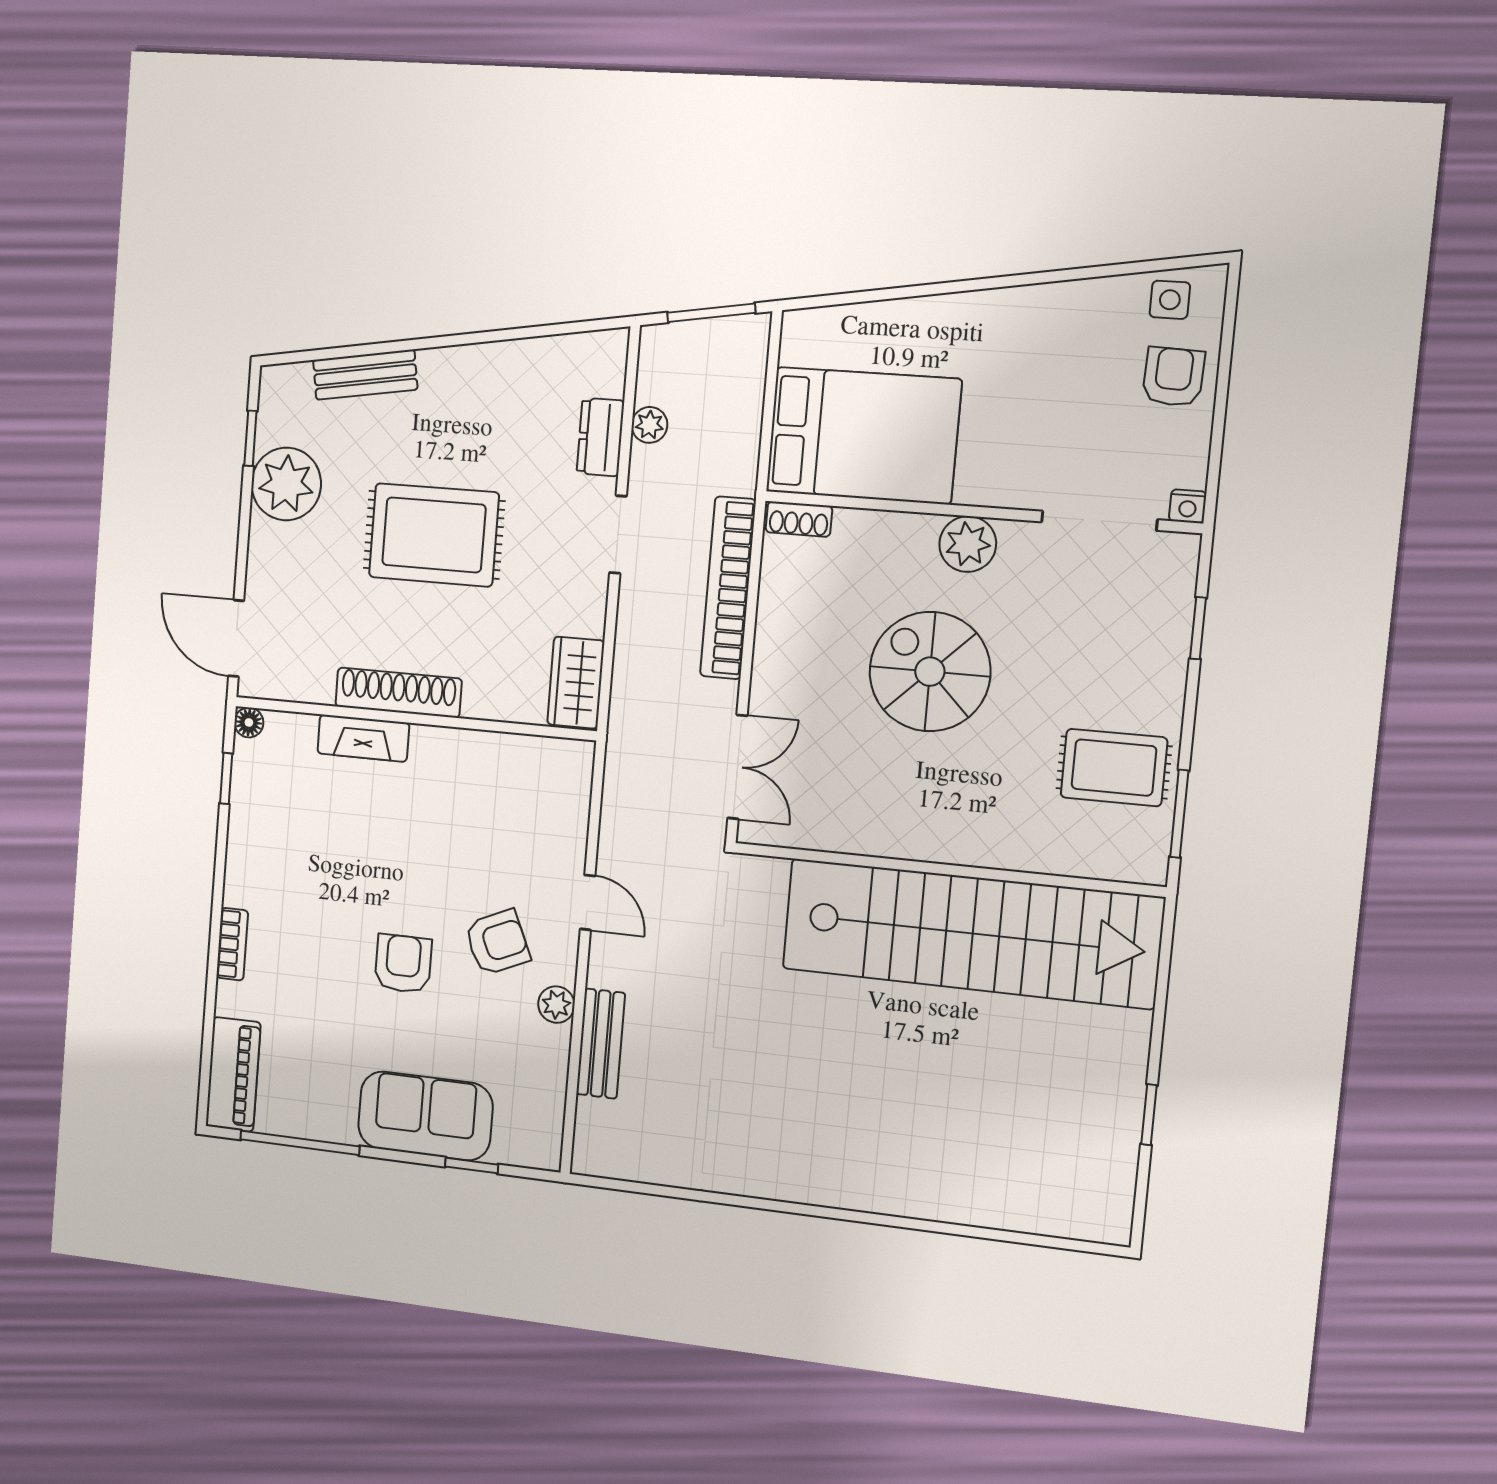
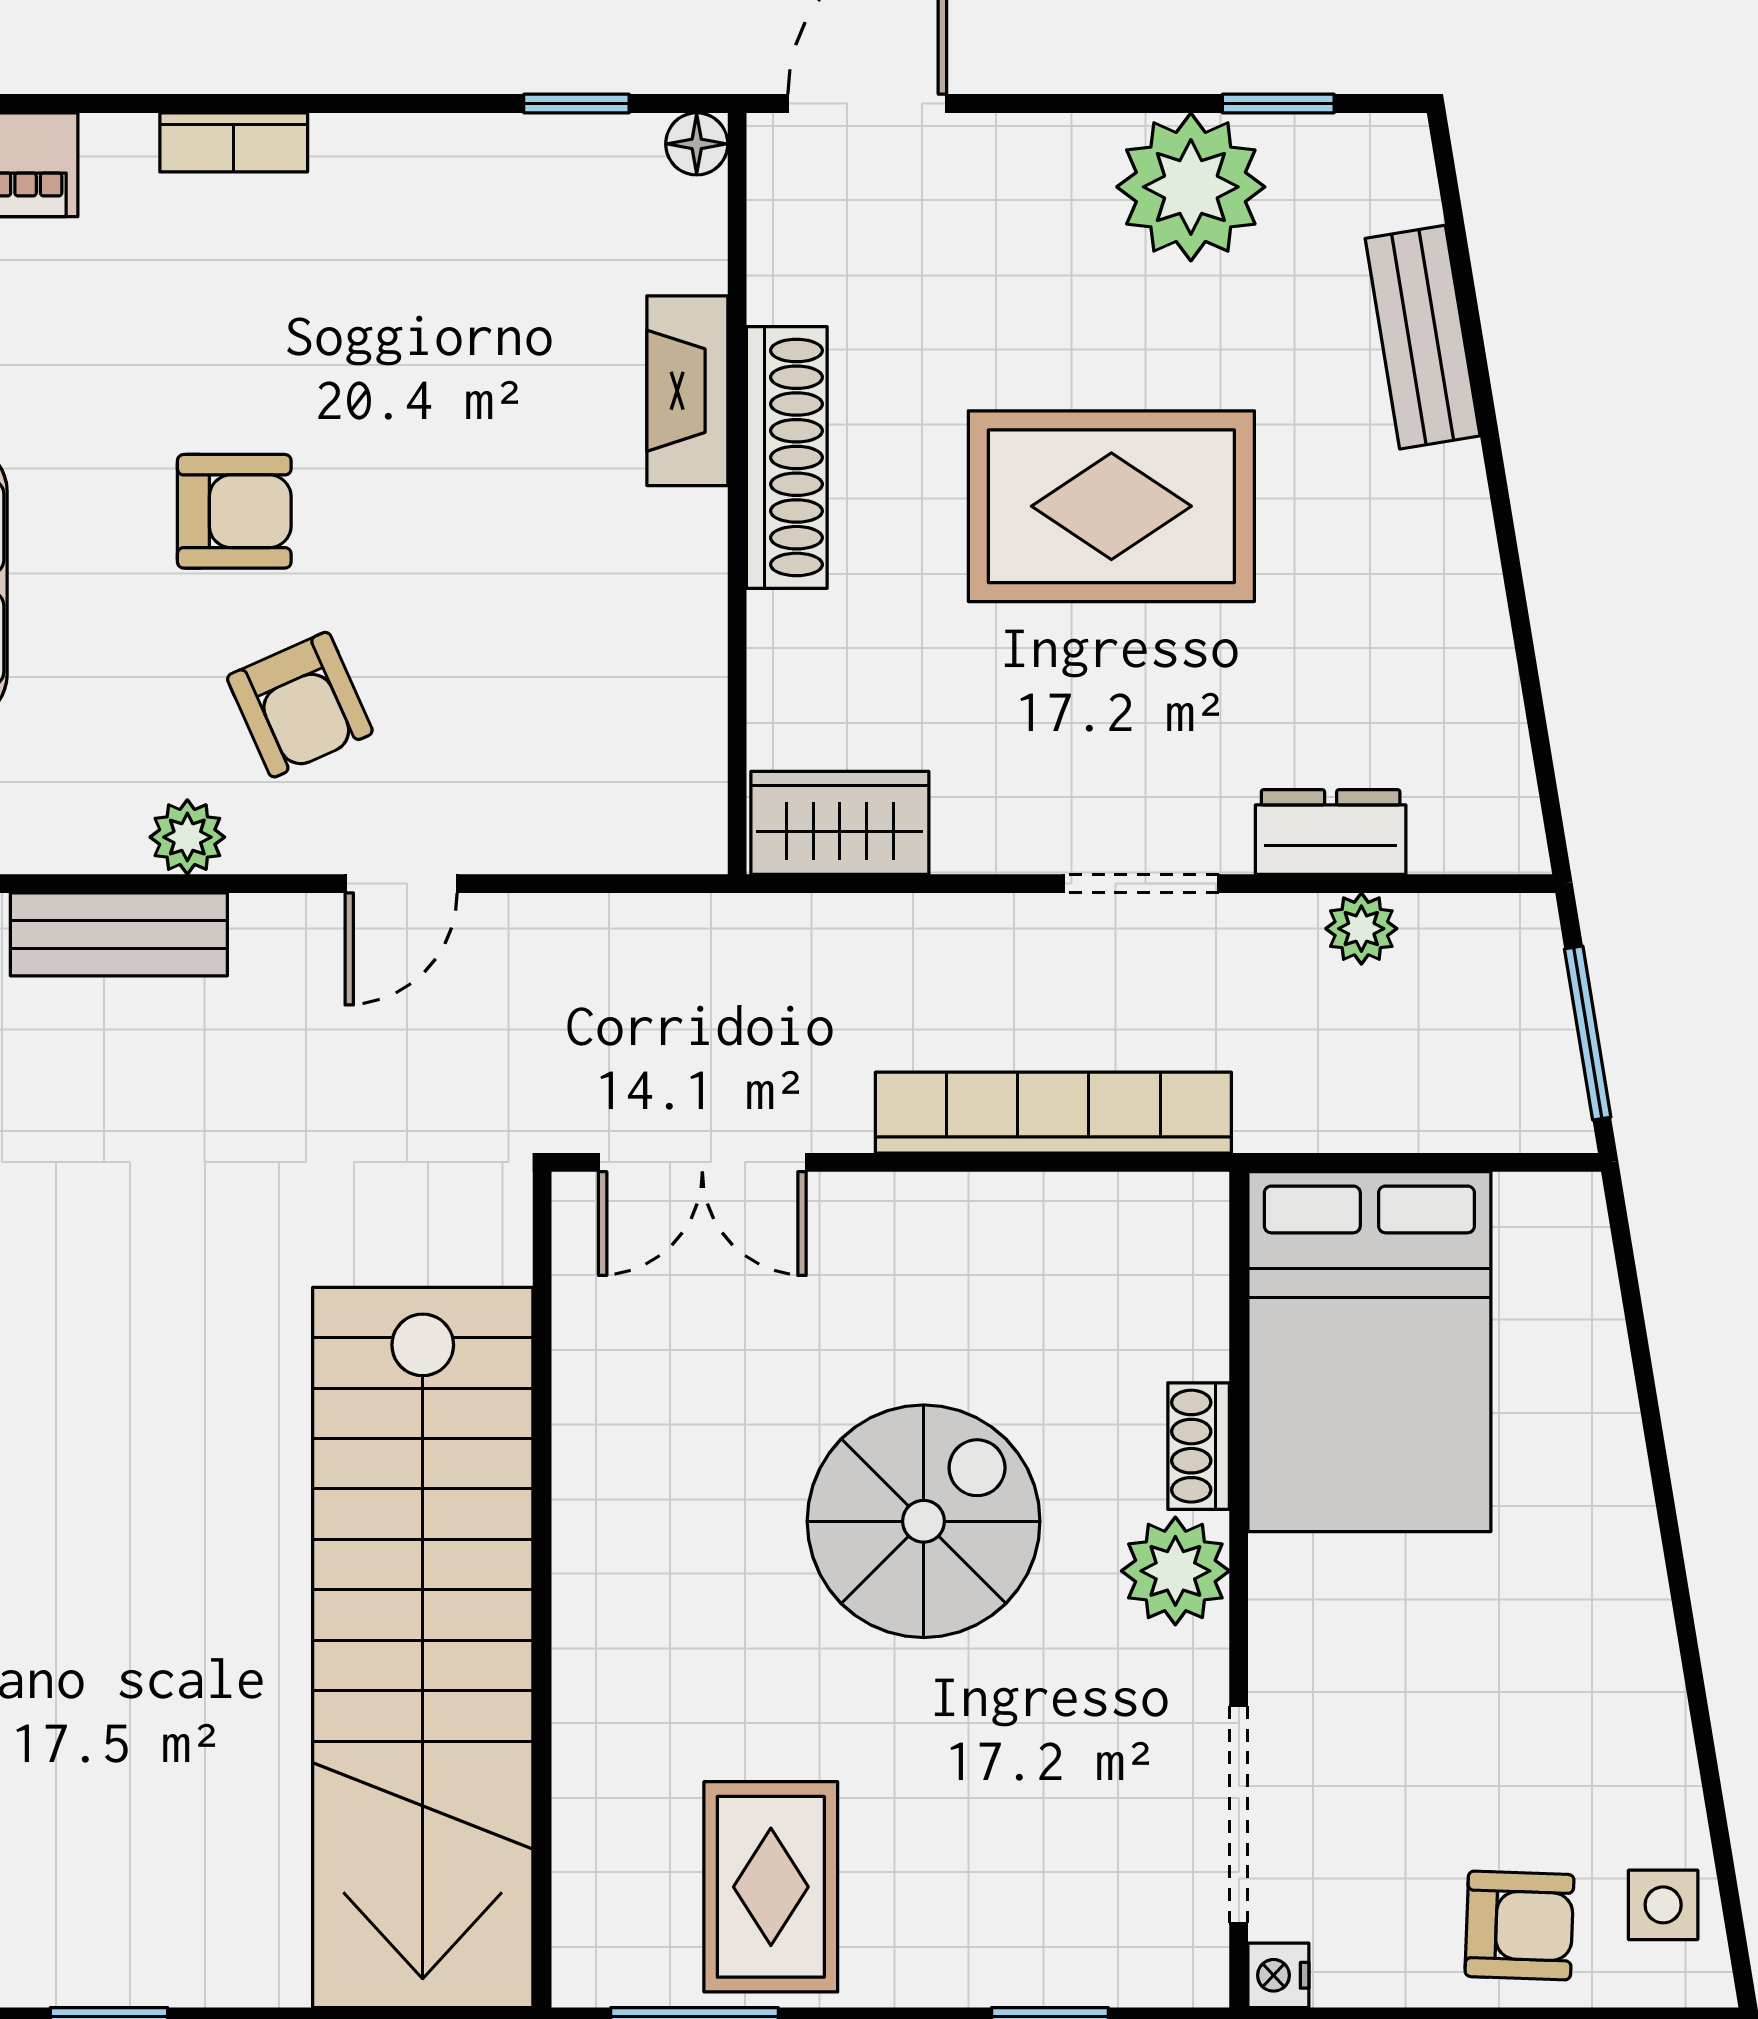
shoe rack: (799, 519) -> (1199, 1446), moved
rug: (434, 535) -> (1111, 506), turned 90

